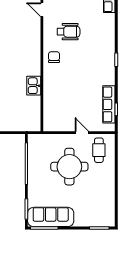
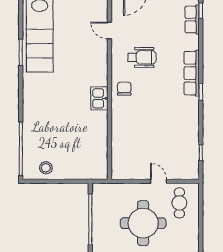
kitchen sink: (34, 86) -> (99, 98), moved
row of seats: (109, 104) -> (192, 73), moved

